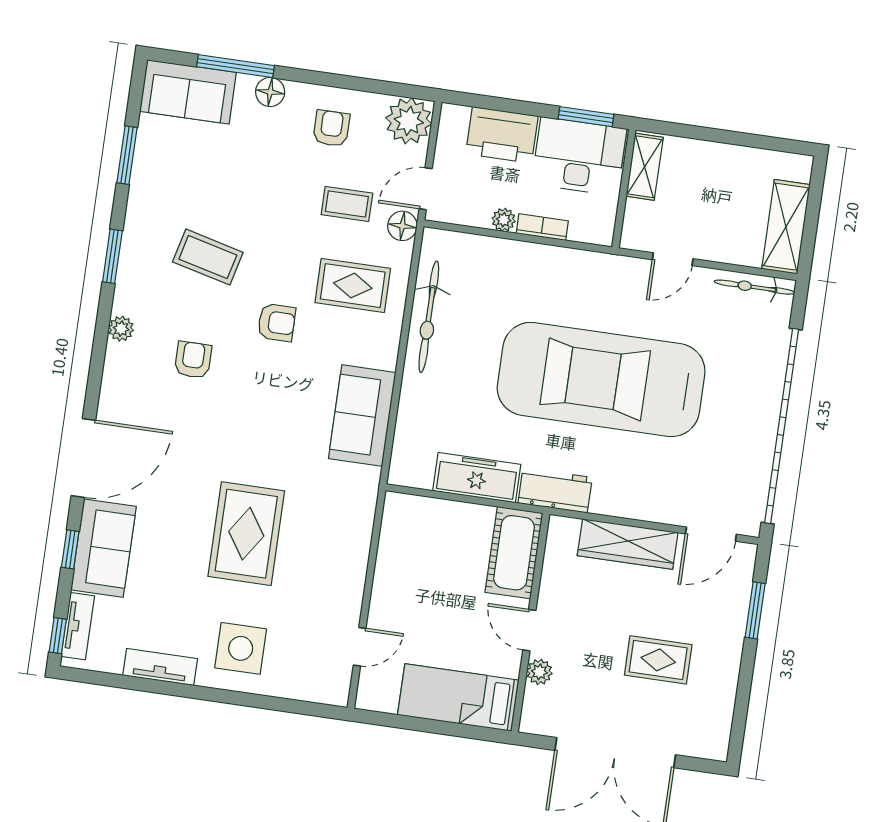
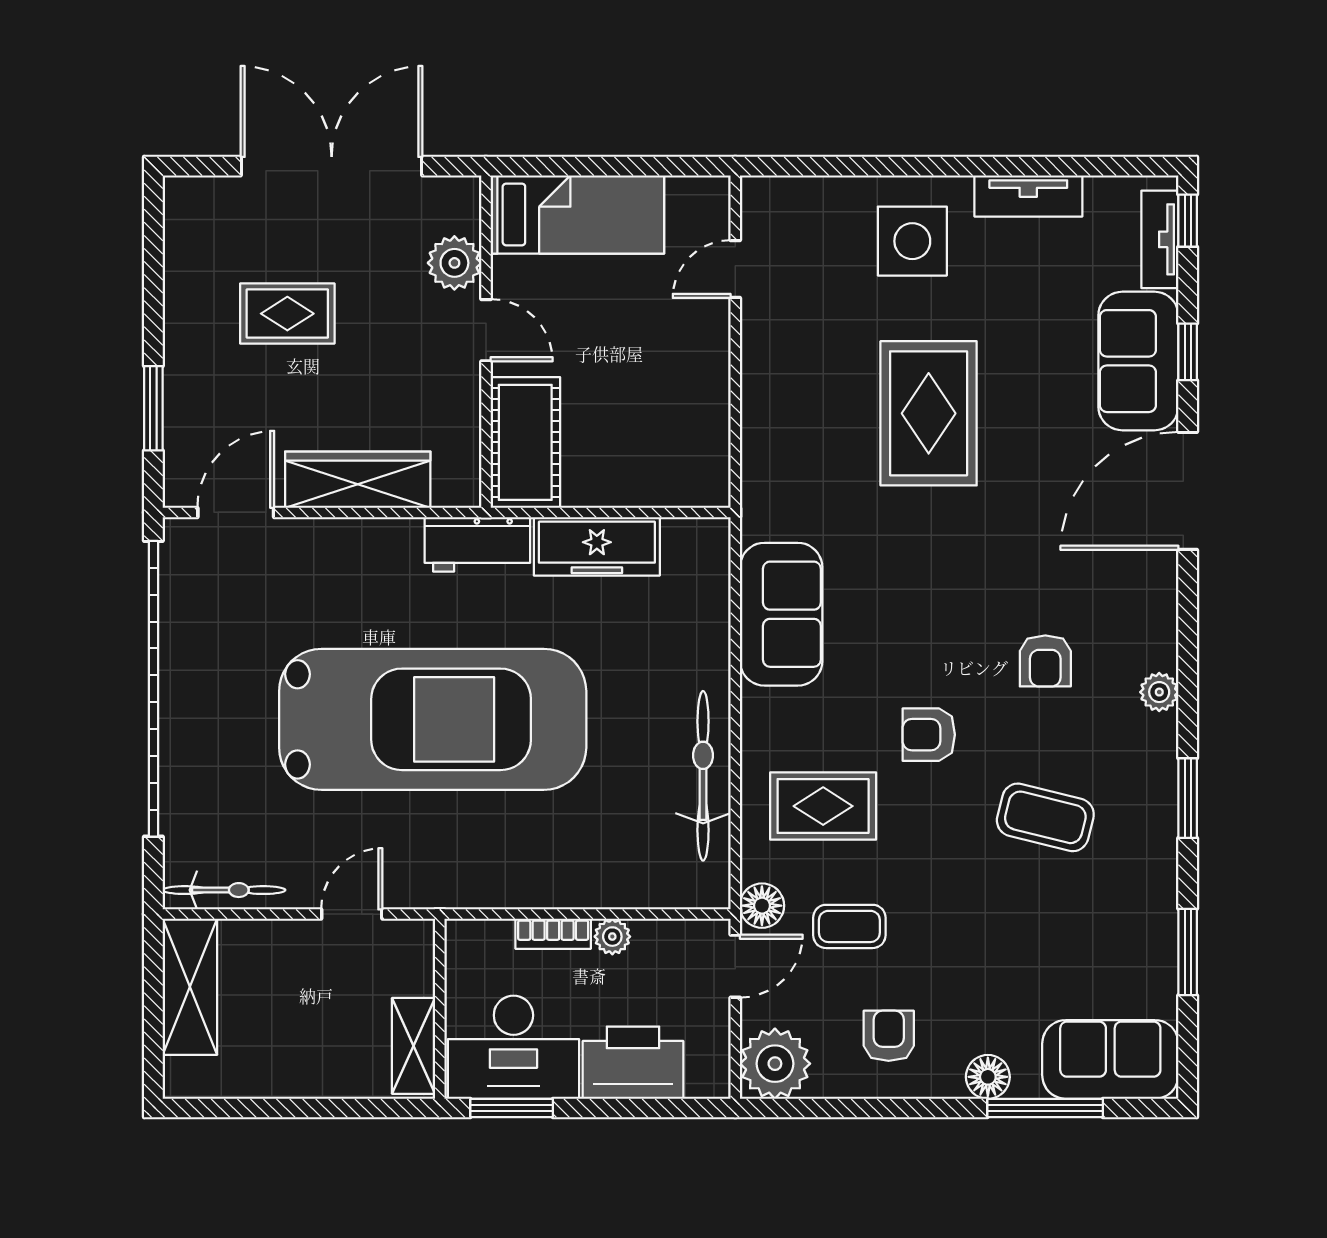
armchair: (331, 128) -> (889, 1036), turned 180
plant: (539, 672) -> (454, 263), width x1.38, depth x1.38

